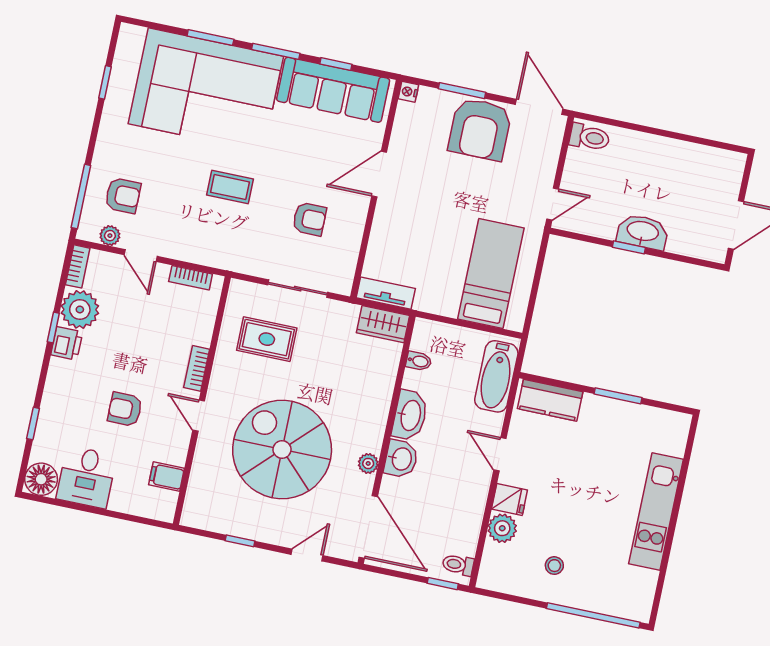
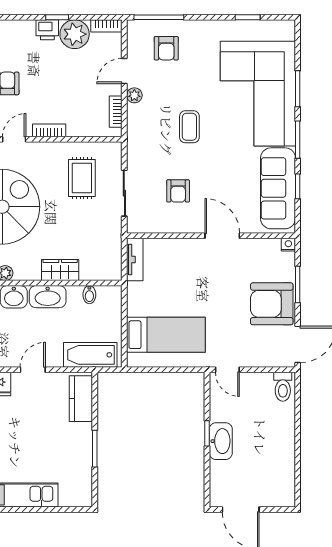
plant: (110, 236) -> (134, 95), moved
wardrobe: (383, 324) -> (60, 270), moved, turned 90

